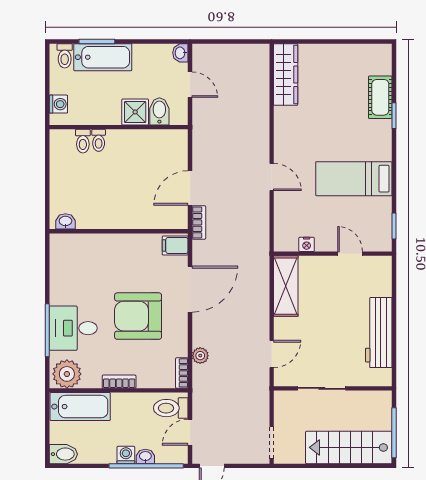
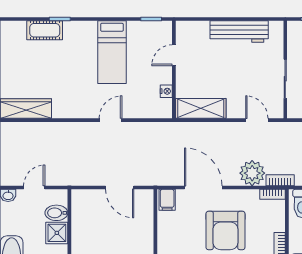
bookcase: (199, 222) -> (280, 180), moved
plant: (200, 356) -> (252, 173), width x1.88, depth x1.88

